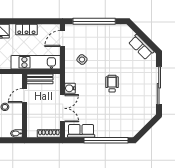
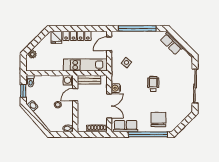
locker: (26, 30) -> (77, 36), width x1.53
row of seats: (141, 47) -> (171, 44), moved
washing machine: (17, 79) -> (68, 80), added
chair: (118, 123) -> (158, 119), added

